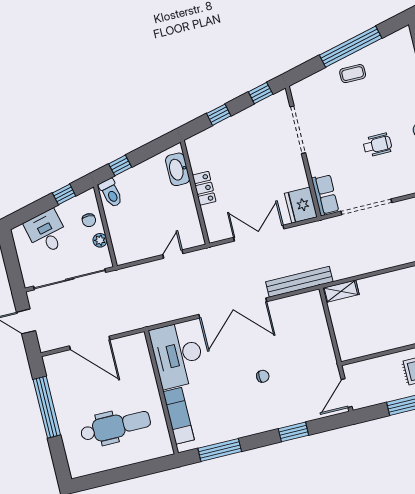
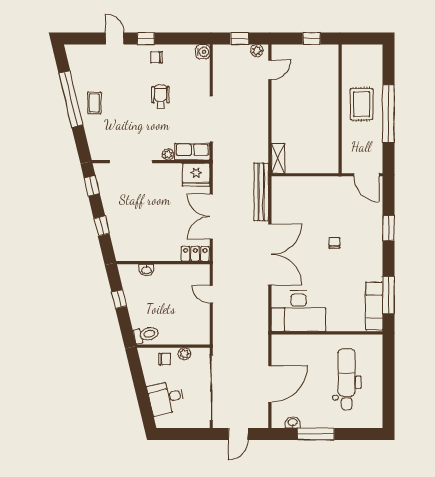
window: (120, 165) -> (119, 299), moved
washbasin: (178, 169) -> (146, 270), width x0.52, depth x0.69
plant: (316, 169) -> (168, 154), added
locker: (204, 188) -> (195, 254), moved
window: (64, 194) -> (138, 375), removed
washbasin: (53, 378) -> (293, 422), added
window: (47, 407) -> (316, 434), width x0.68
exam couch: (179, 416) -> (374, 306), moved, turned -90

